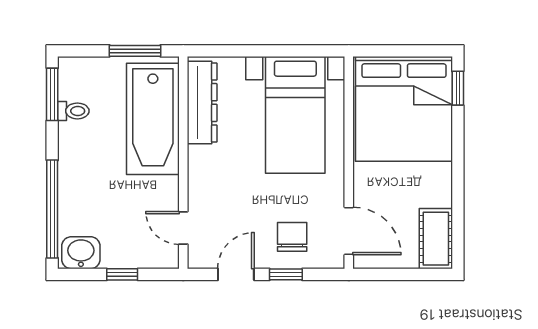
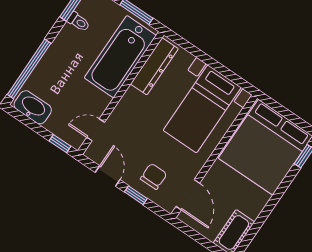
door: (183, 228) -> (96, 130), hinge flipped
washbasin: (81, 253) -> (33, 107), width x1.38
window: (122, 274) -> (60, 144), moved
door: (236, 274) -> (108, 176), hinge flipped

